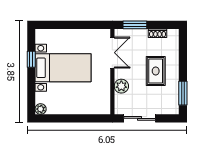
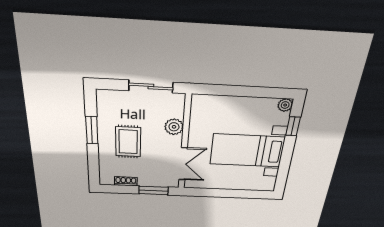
double door: (112, 53) -> (183, 164), swing flipped
window: (31, 59) -> (293, 126), moved
window: (183, 93) -> (92, 130), moved

